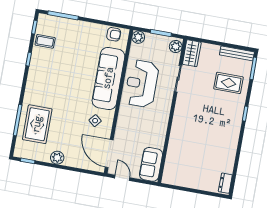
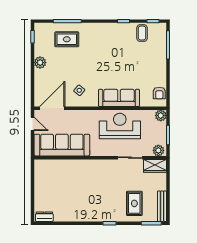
sofa: (108, 78) -> (119, 98), width x0.74, depth x0.79
rug: (37, 124) -> (67, 39), width x0.73, depth x0.70
sofa: (151, 164) -> (62, 145), width x1.85, depth x1.27
door: (122, 178) -> (33, 124), hinge flipped

